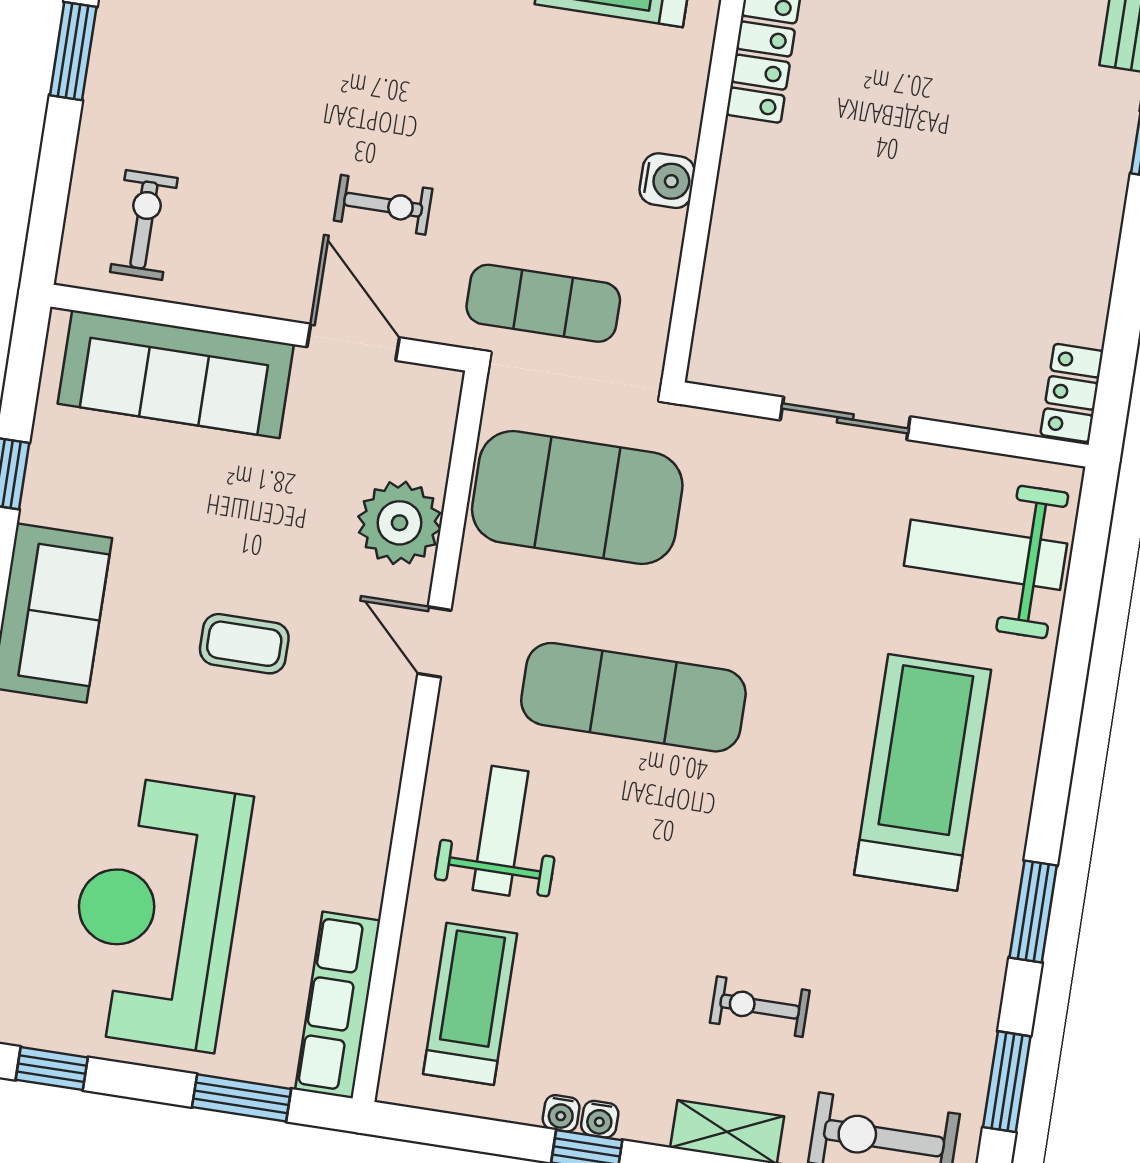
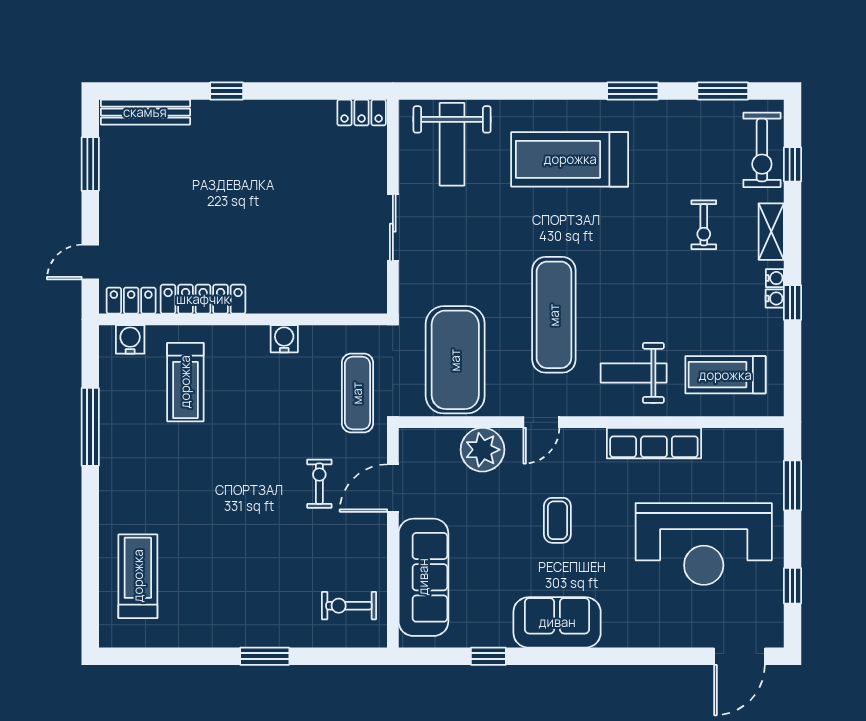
row of seats: (338, 1005) -> (654, 443), moved
water cooler: (561, 1113) -> (775, 278), moved

